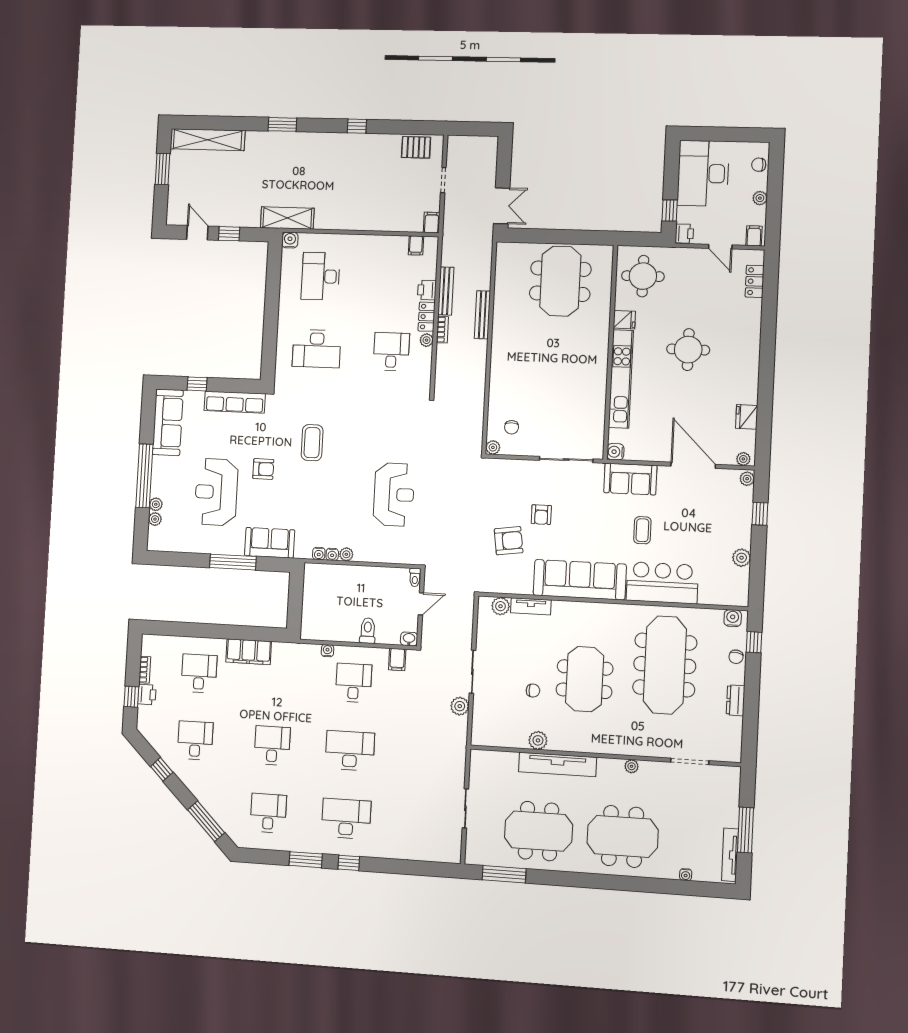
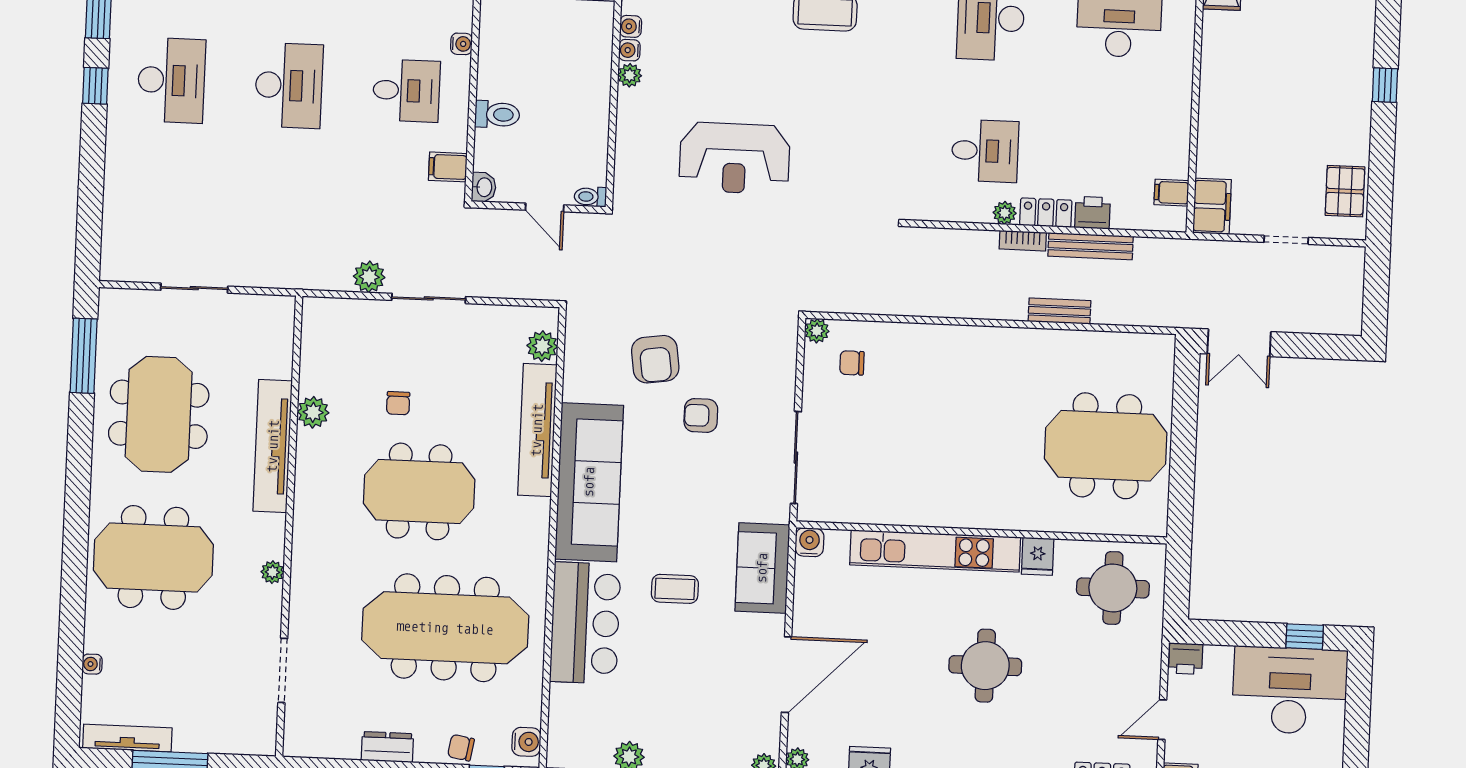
window: (670, 211) -> (1305, 637), moved
filing cabinet: (432, 223) -> (1212, 206), width x2.00
bench: (482, 315) -> (1059, 311), width x0.73
tv unit: (531, 606) -> (537, 430), width x1.92, depth x1.29
meeting table: (623, 836) -> (153, 557), turned 90

